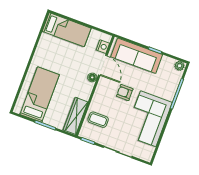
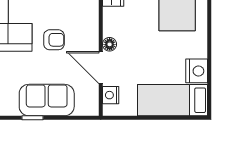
nightstand: (46, 42) -> (197, 71), added
sofa: (137, 56) -> (47, 100), width x0.73

